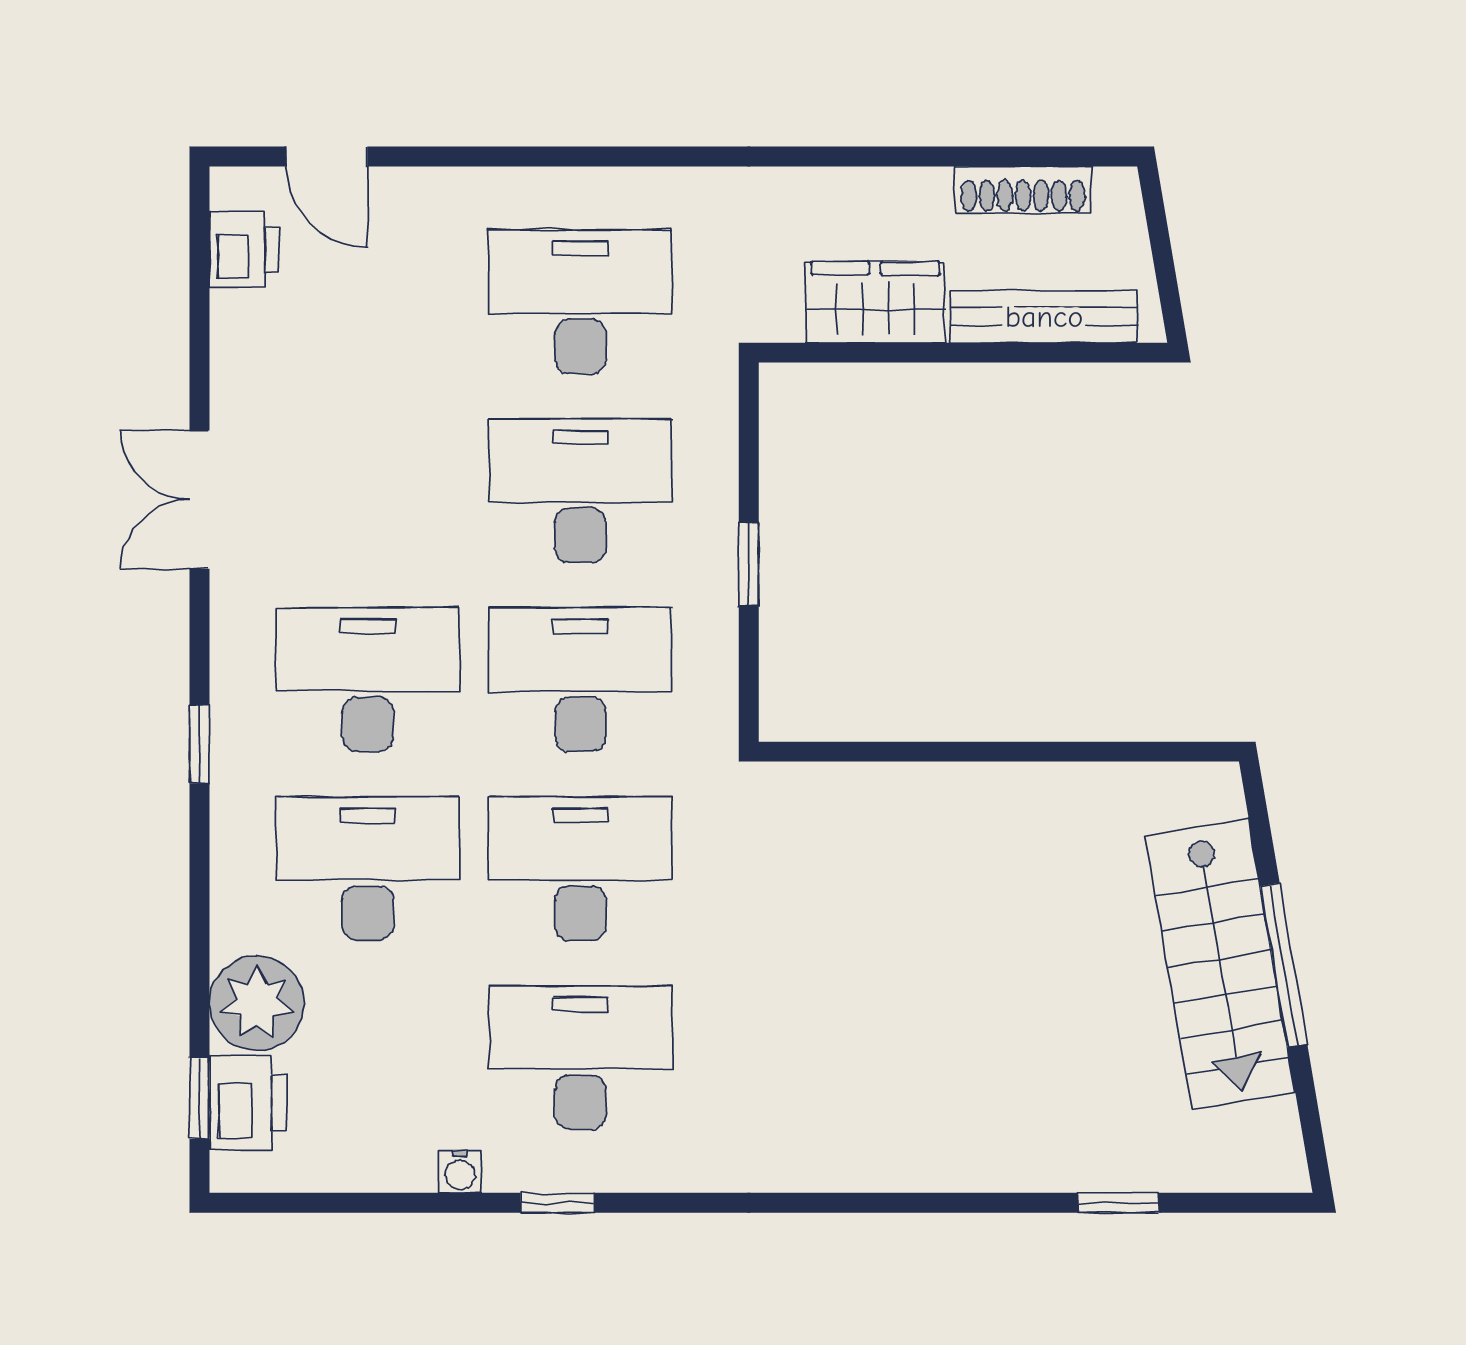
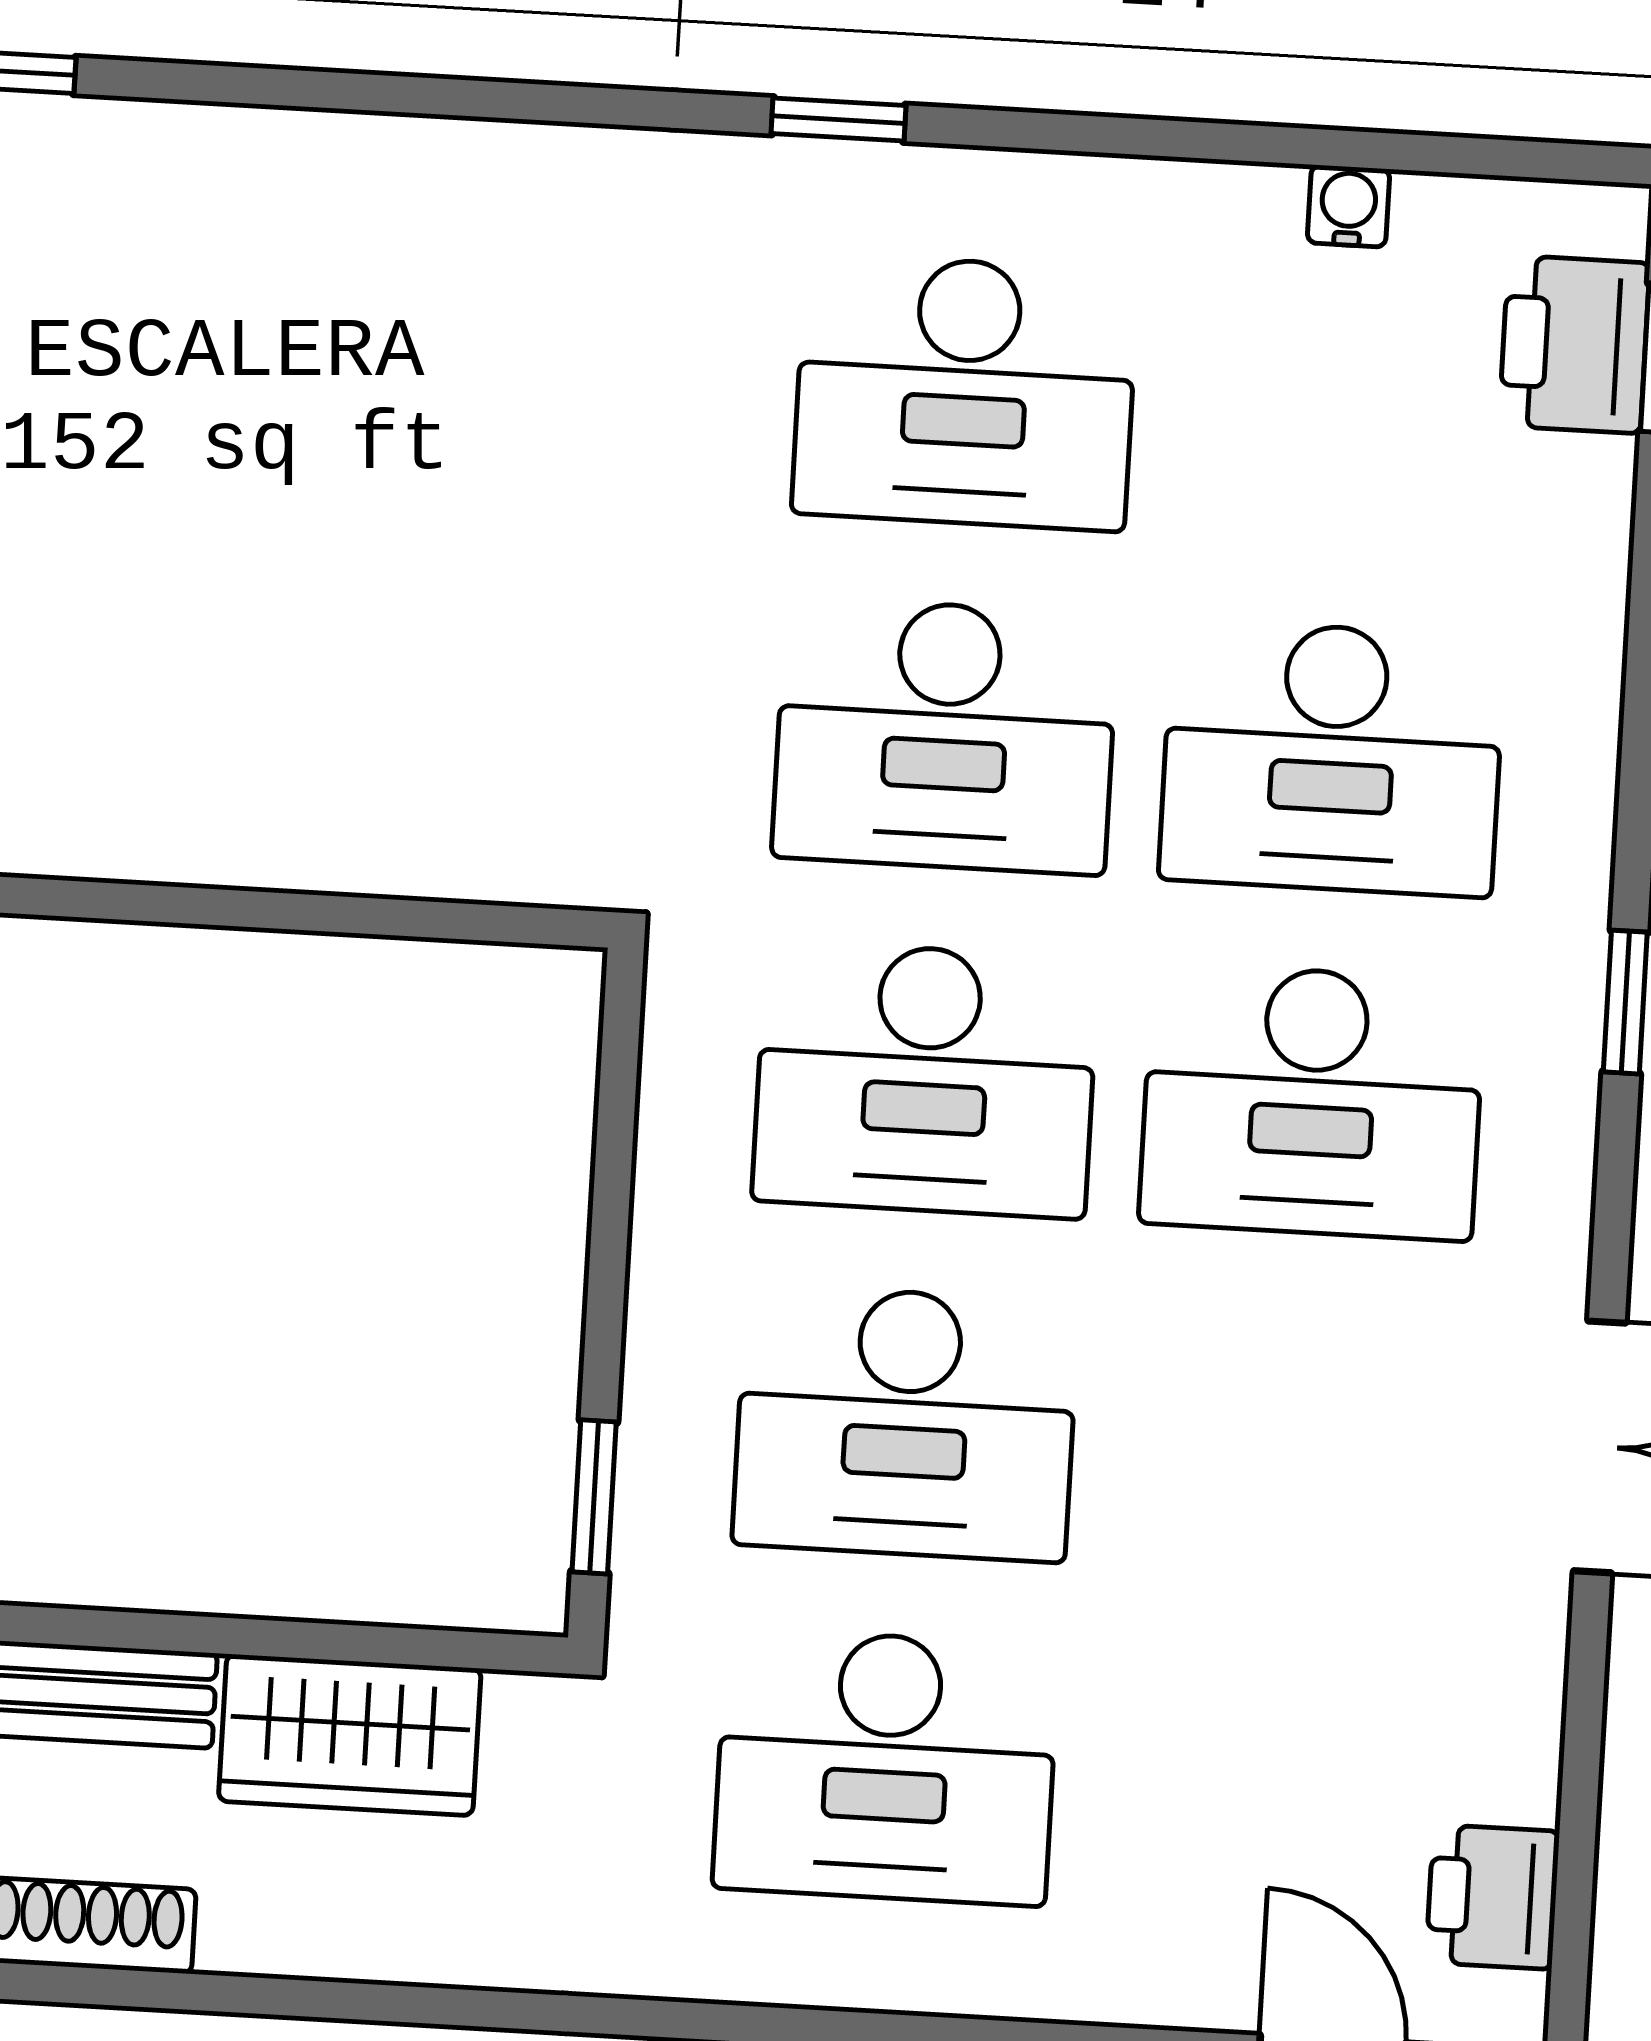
window: (749, 564) -> (594, 1497), moved
plant: (257, 1003) -> (1548, 525), removed
water cooler: (460, 1171) -> (1348, 206), moved
window: (557, 1203) -> (839, 119), moved

